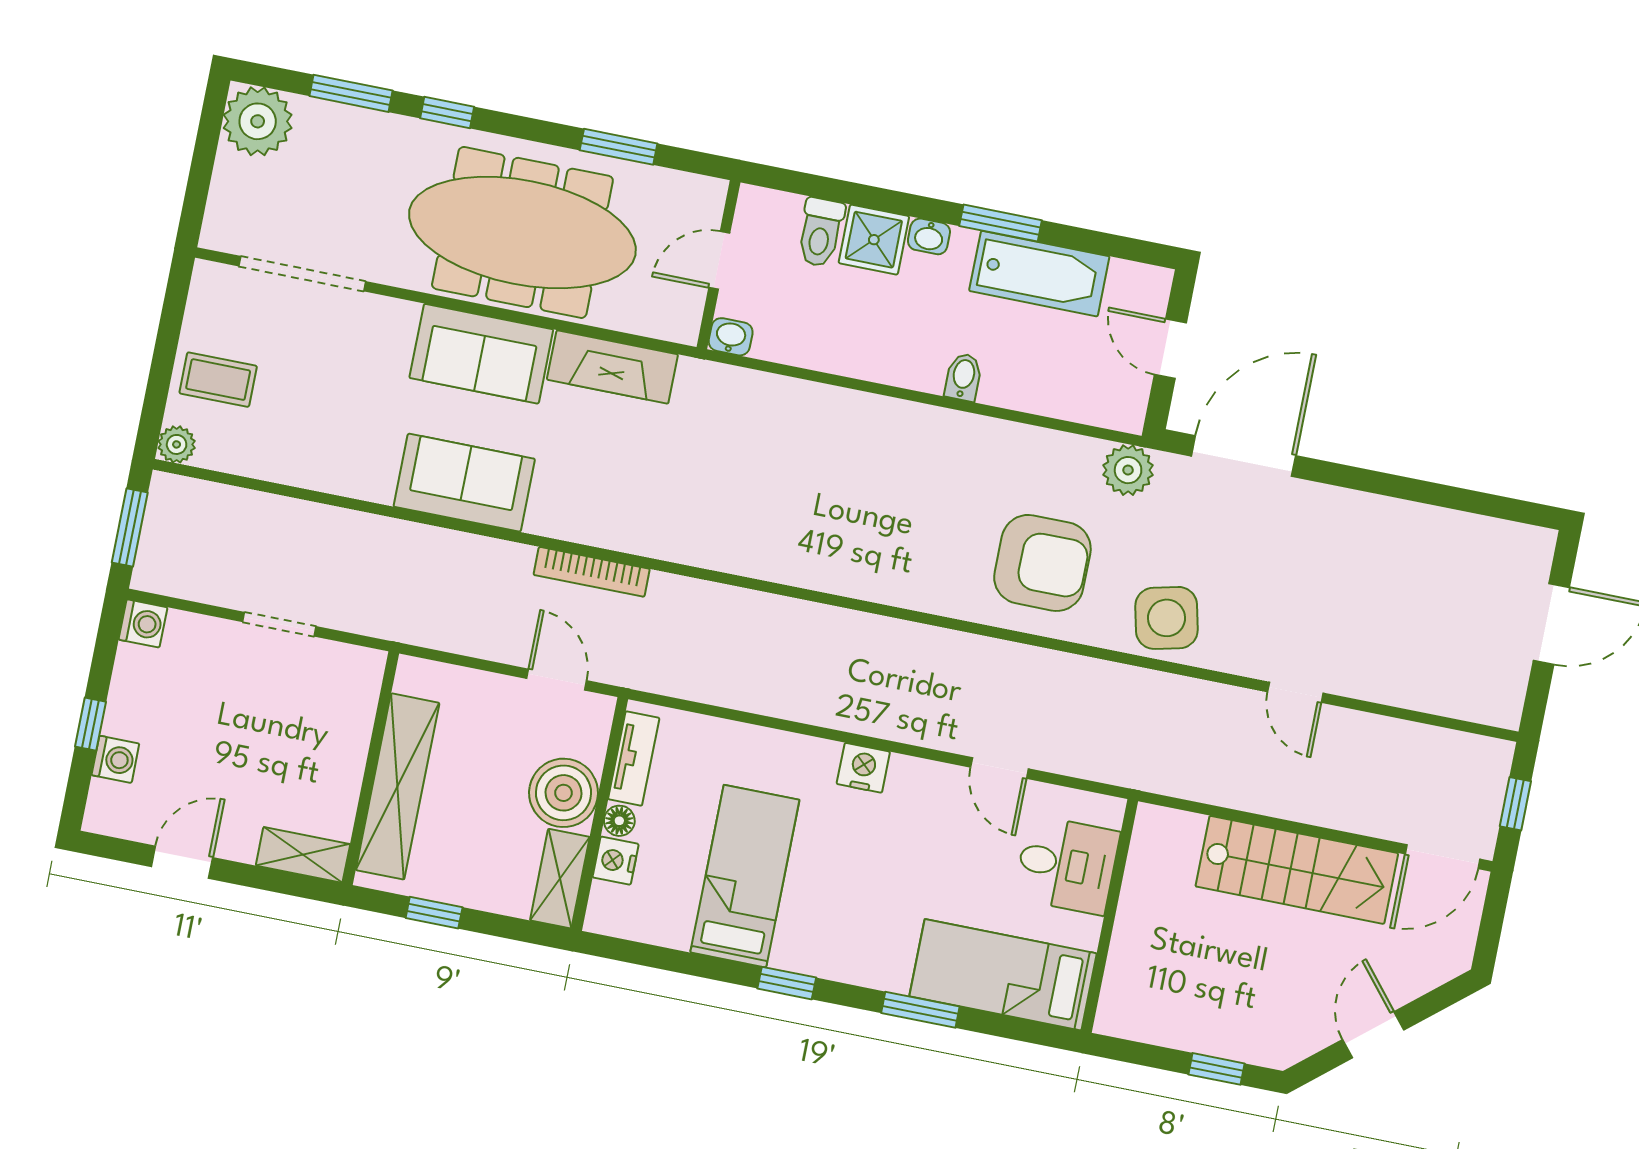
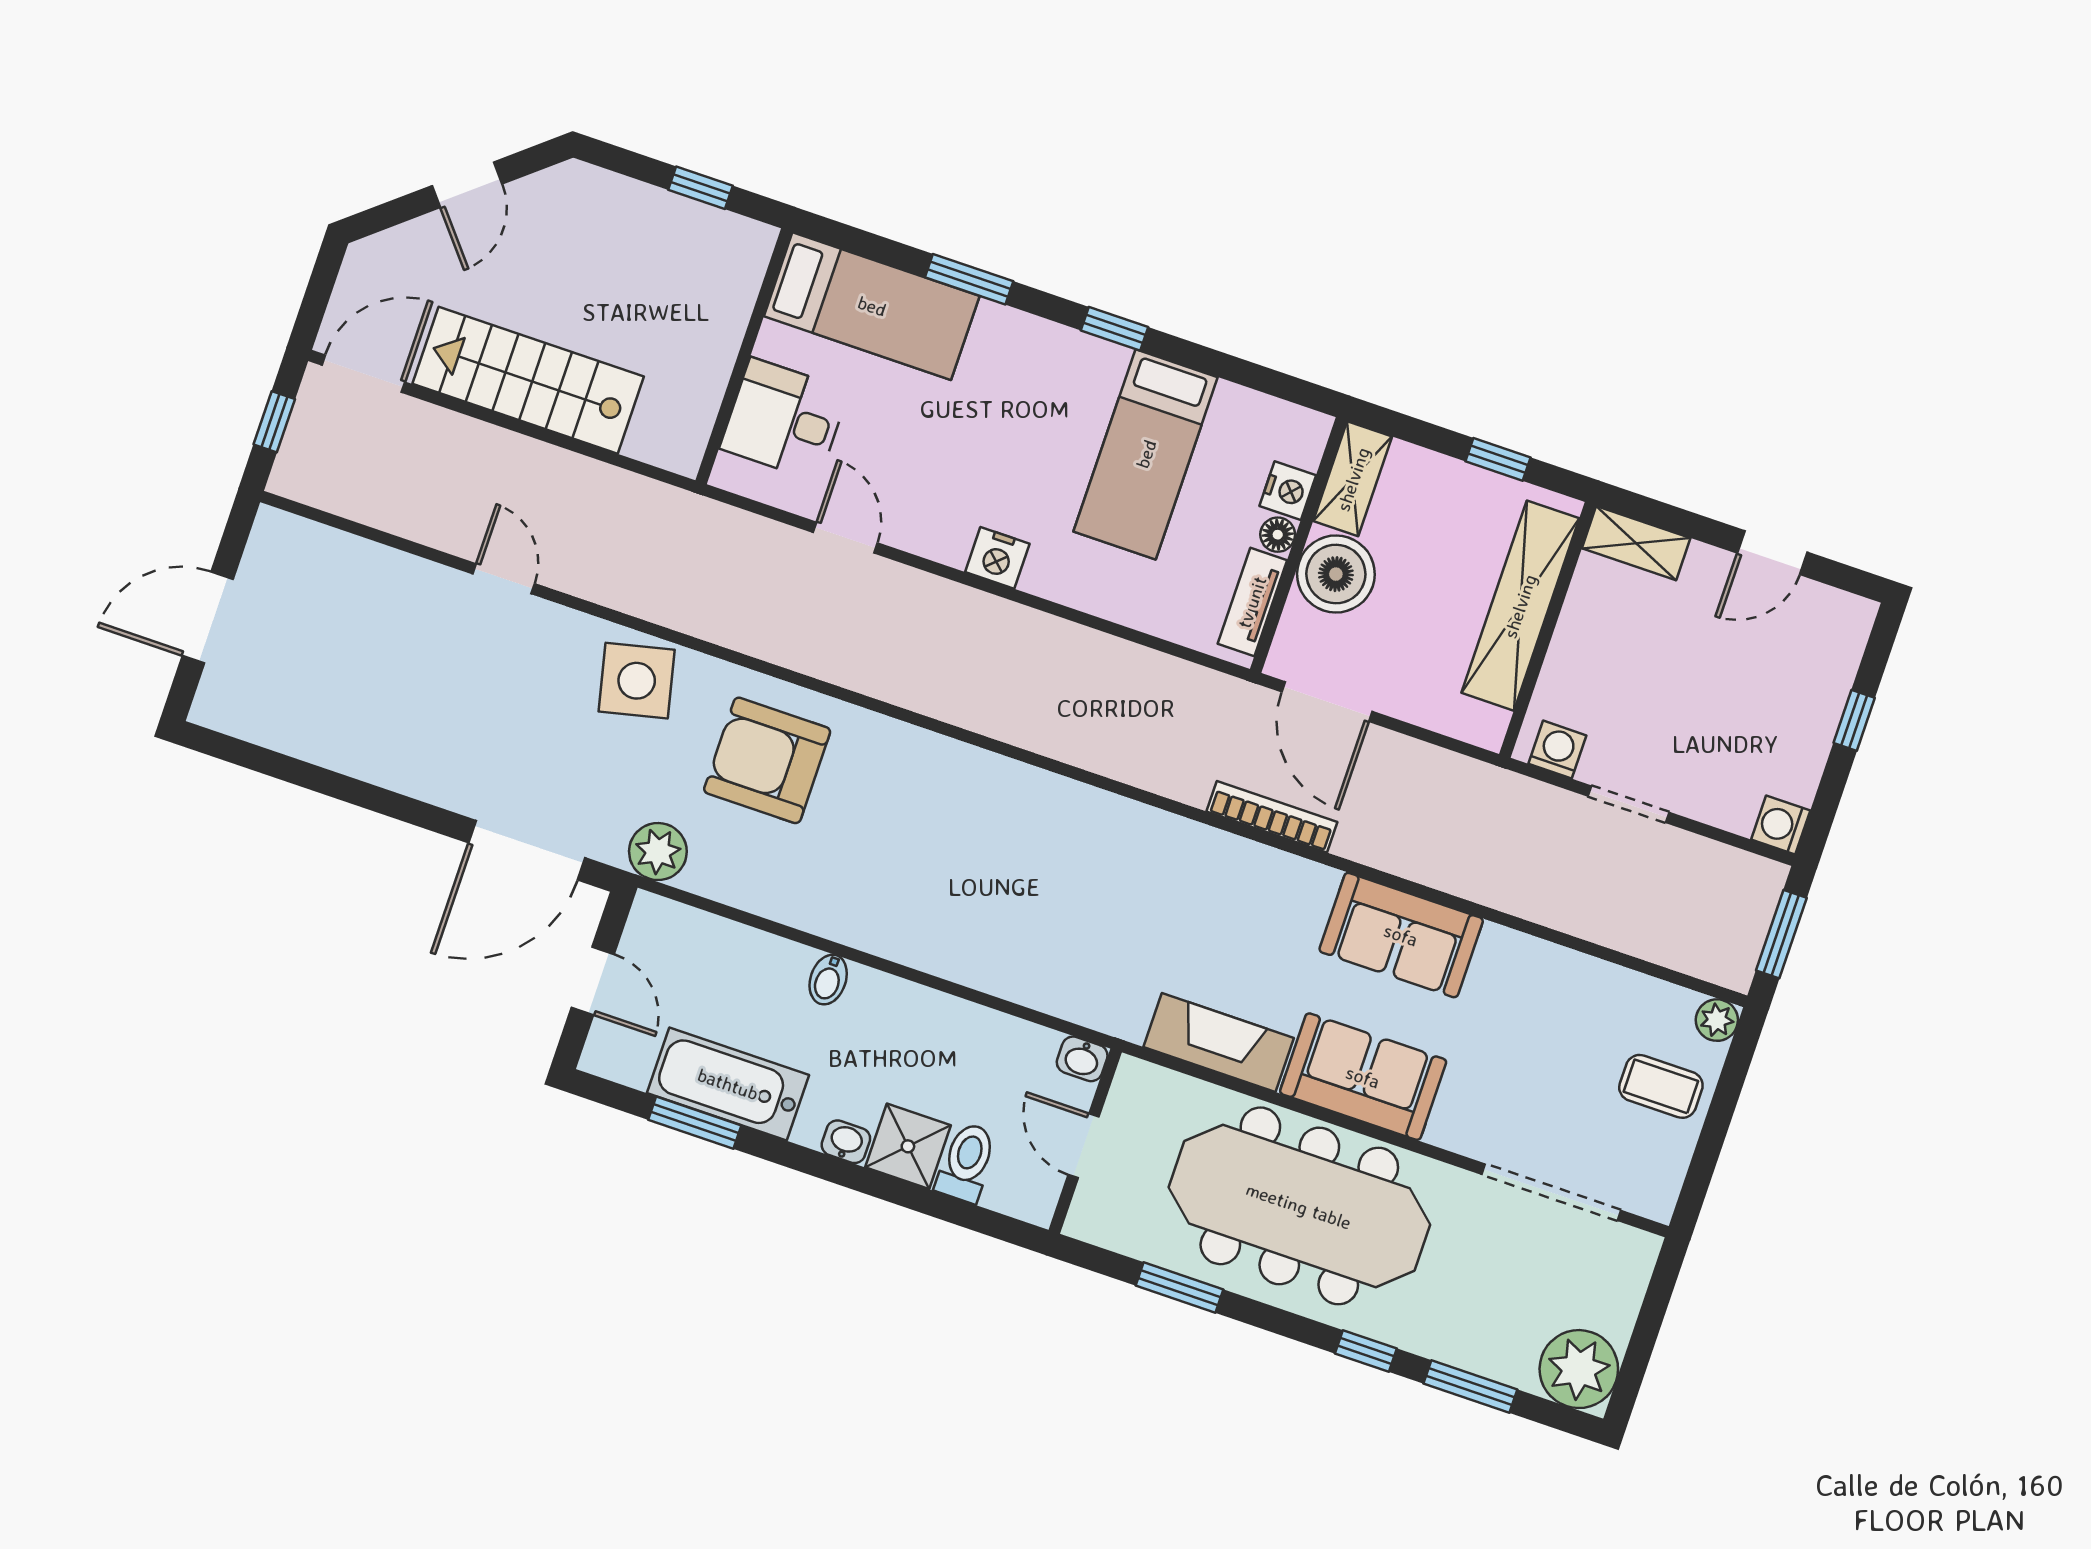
window: (1001, 223) -> (695, 1123), moved
door: (719, 260) -> (1084, 1146), swing flipped
door: (557, 680) -> (1327, 702), width x1.38
washing machine: (115, 759) -> (1557, 750), moved, turned 90
window: (1217, 1069) -> (700, 188), moved

